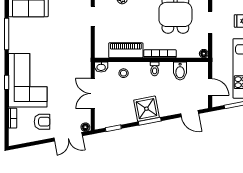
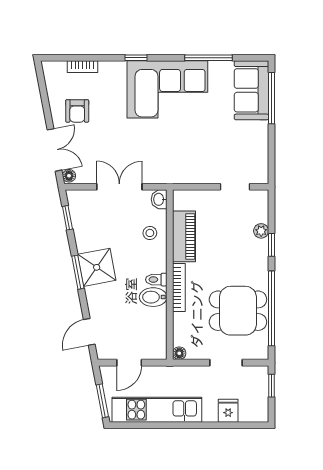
bidet: (180, 71) -> (153, 297), moved
corner sofa: (28, 80) -> (167, 89), moved
double door: (68, 137) -> (54, 150), swing flipped

